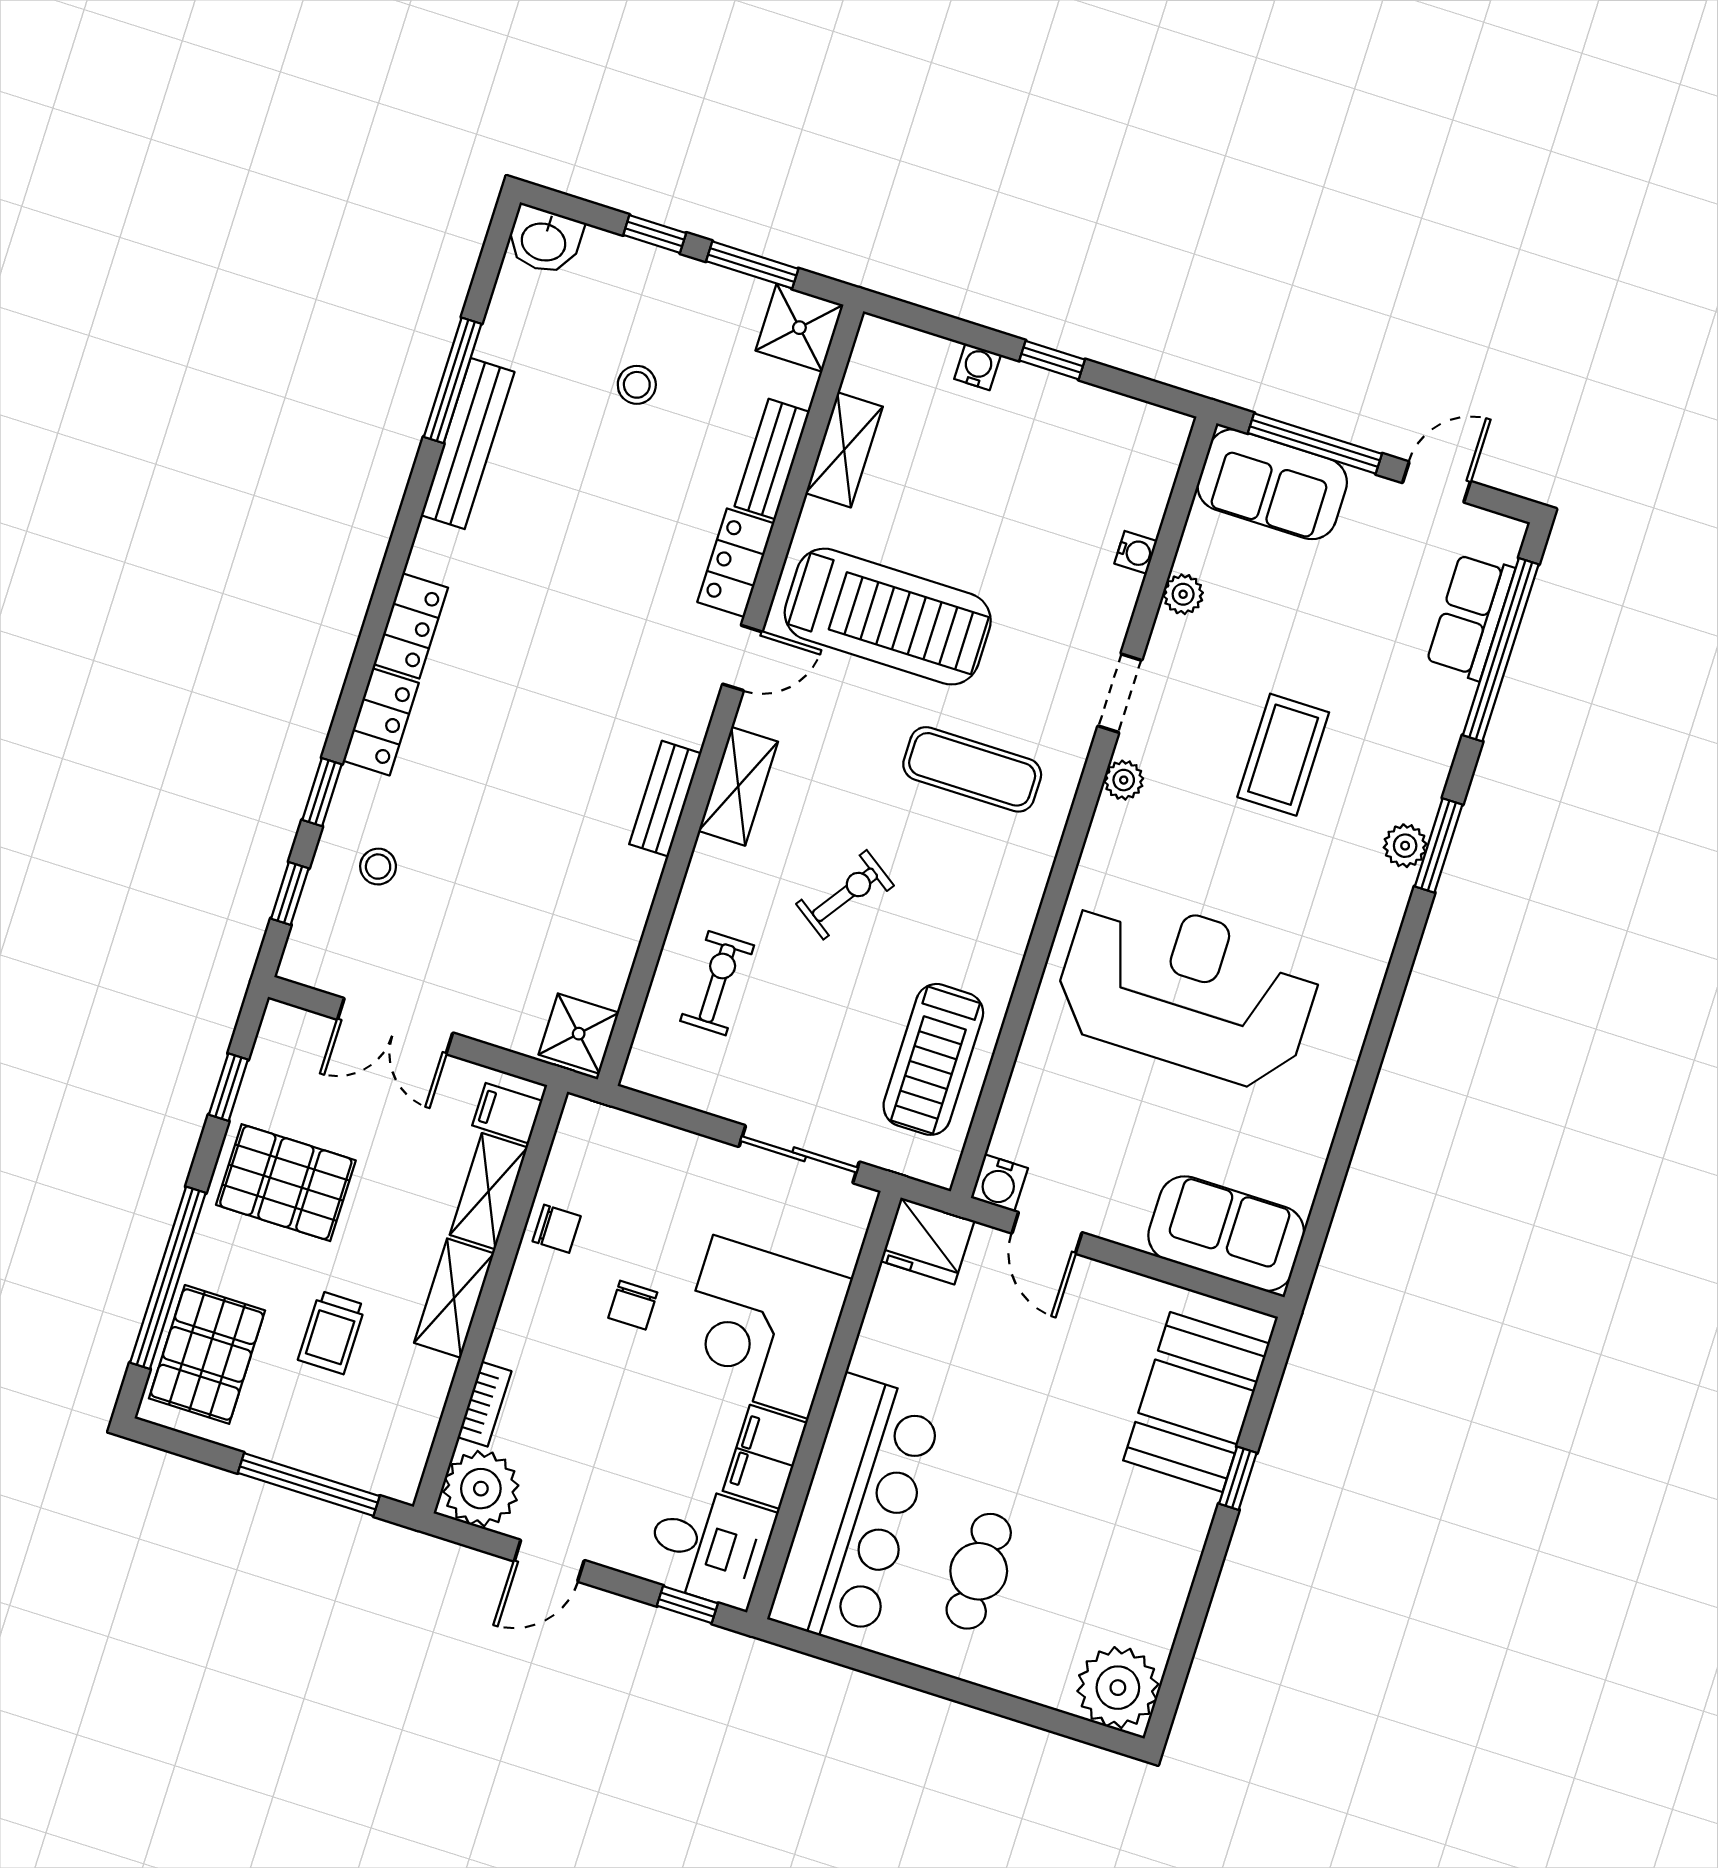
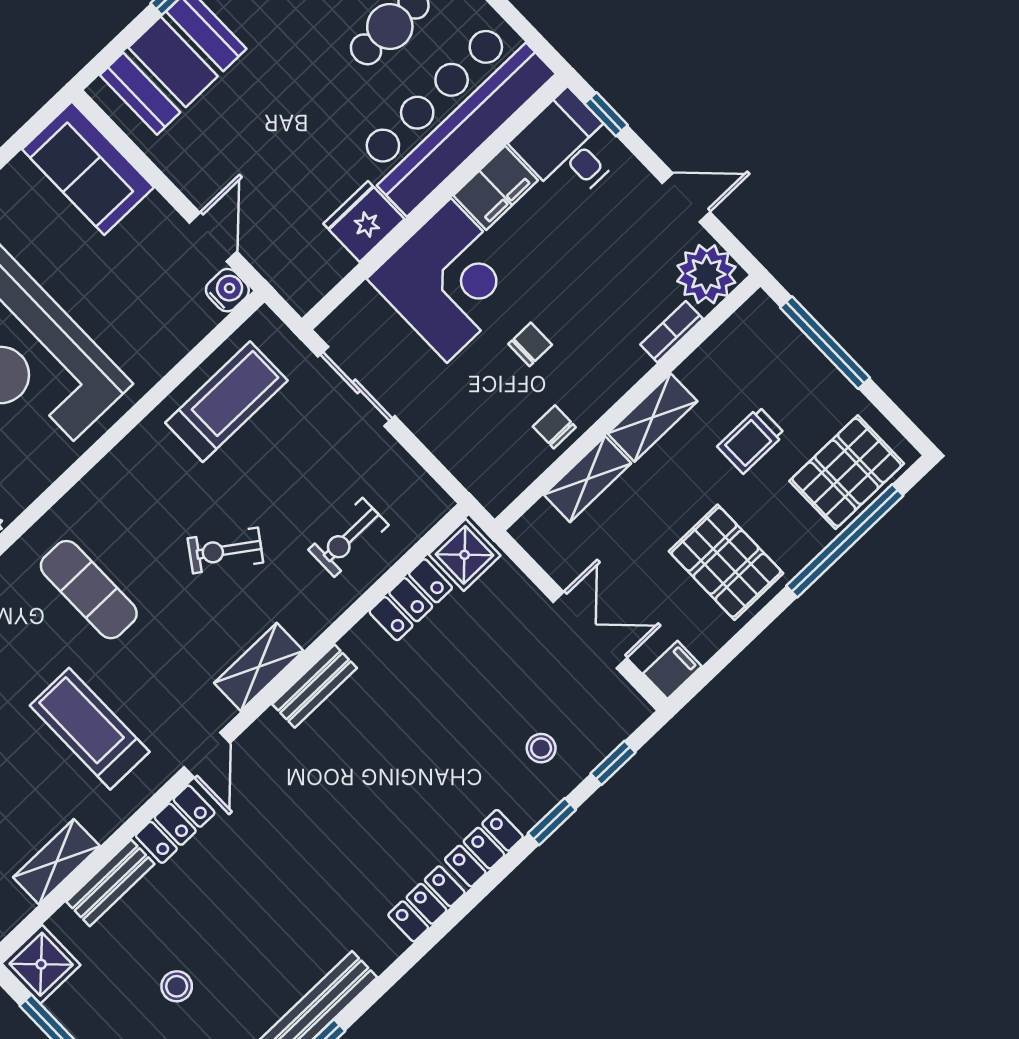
treadmill: (888, 617) -> (90, 729), width x0.73, depth x0.73
door: (742, 658) -> (207, 755), swing flipped
locker: (611, 952) -> (411, 600), added
window: (228, 1087) -> (730, 651), removed
filing cabinet: (507, 1113) -> (672, 670), moved, turned -90
fridge: (928, 1241) -> (364, 221), moved, turned -90
trolley: (332, 1332) -> (751, 440), turned 180

